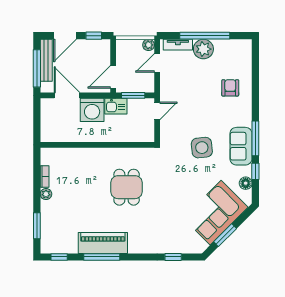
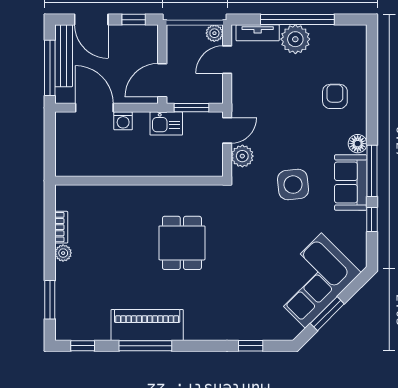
door: (65, 36) -> (91, 20), hinge flipped
washing machine: (92, 110) -> (123, 121), width x0.53, depth x0.53
plant: (167, 128) -> (242, 156), added
floor lamp: (246, 183) -> (358, 144), moved

